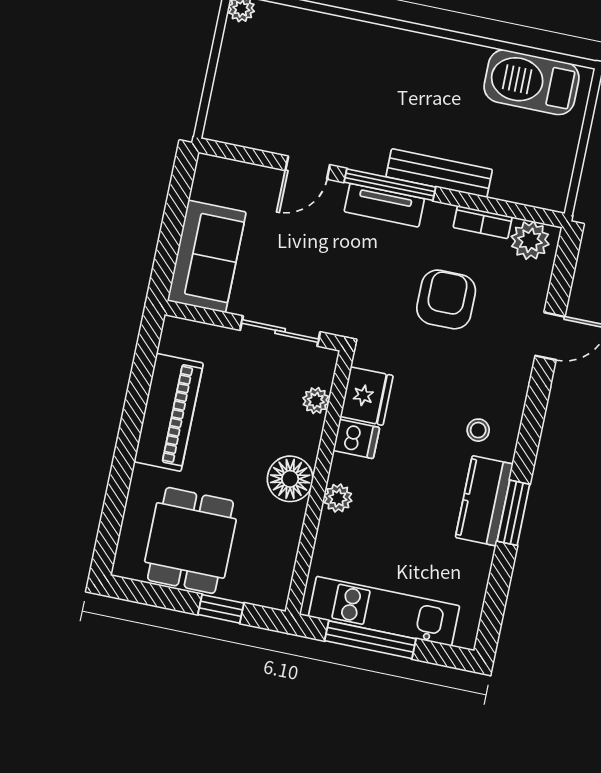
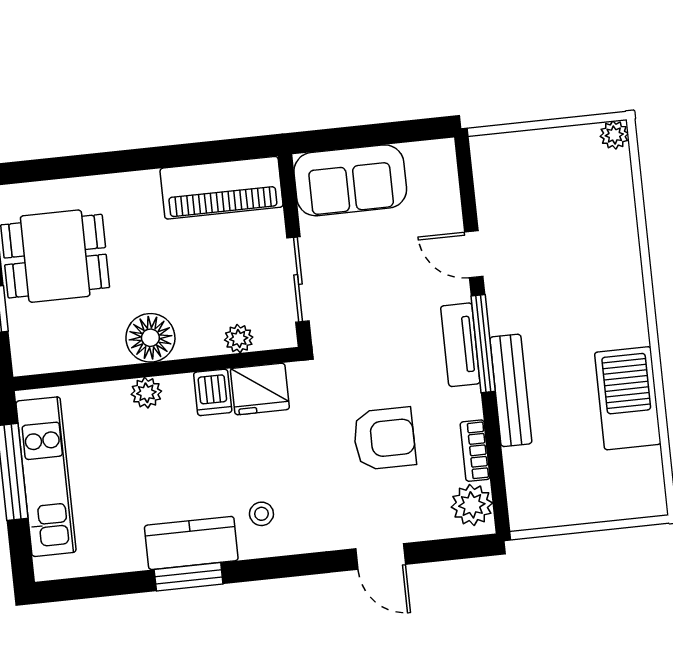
barbecue: (532, 82) -> (628, 398), moved
piano: (169, 412) -> (221, 188), moved

